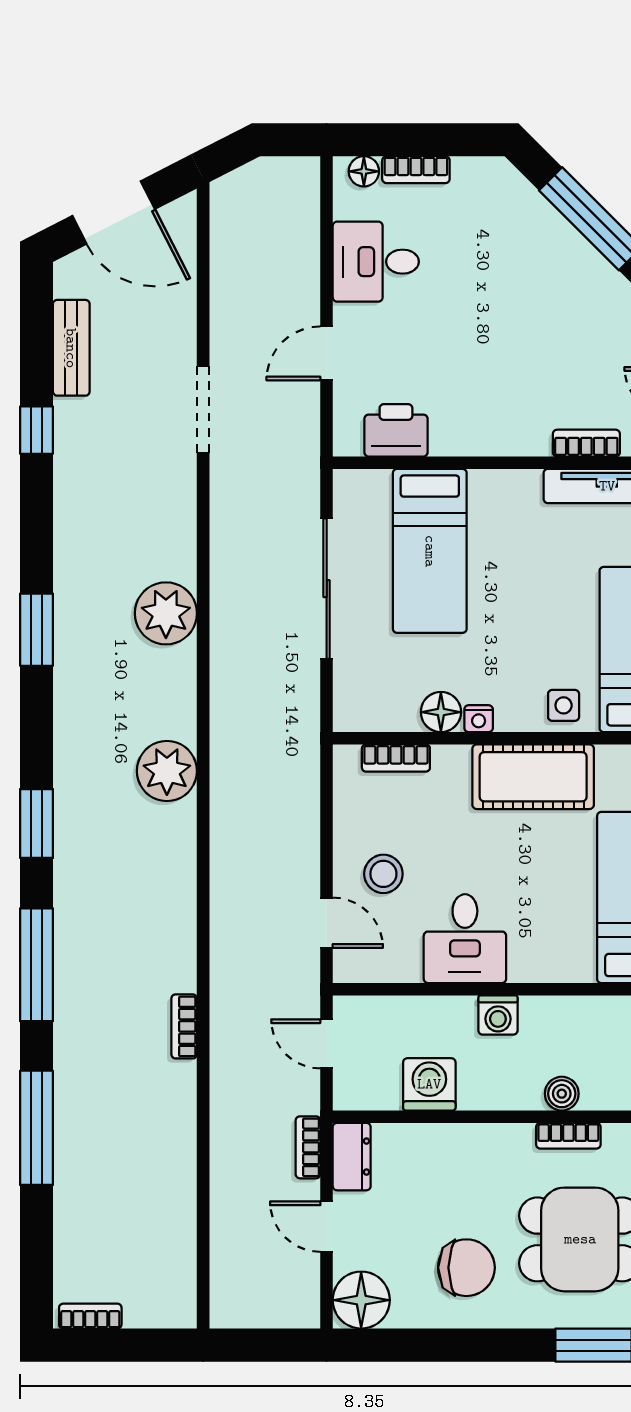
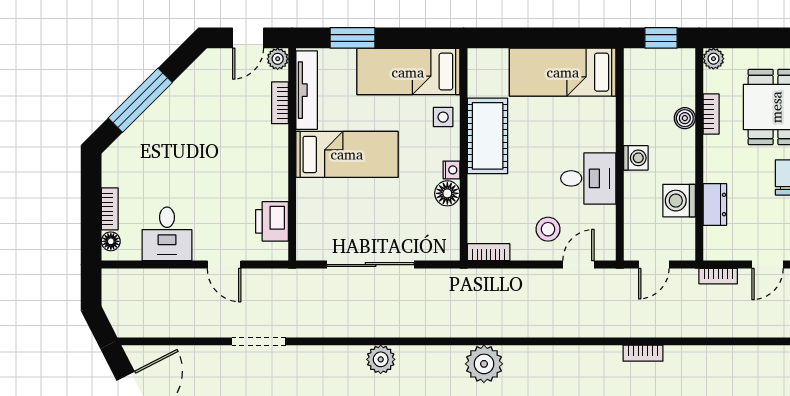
bed: (430, 551) -> (347, 154), moved
plant: (166, 613) -> (381, 359), width x0.73, depth x0.73
bookcase: (396, 758) -> (489, 252), moved, turned -90
dresser: (352, 1157) -> (715, 205), moved, turned 90

